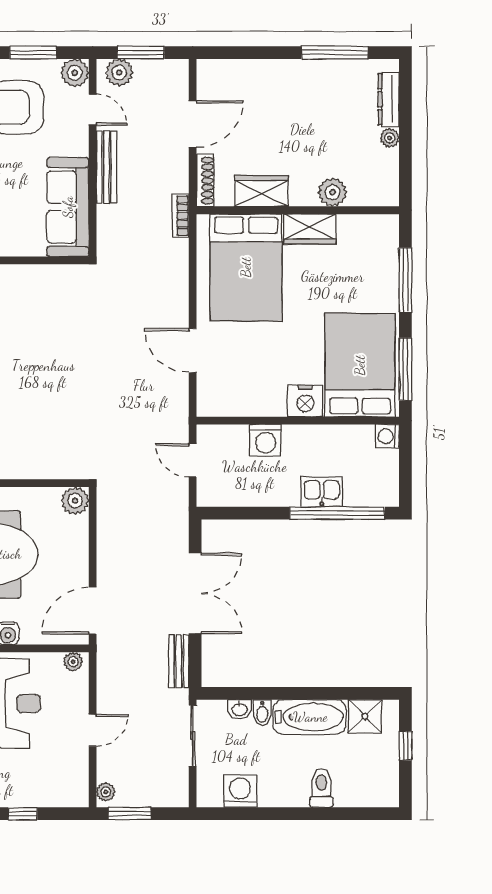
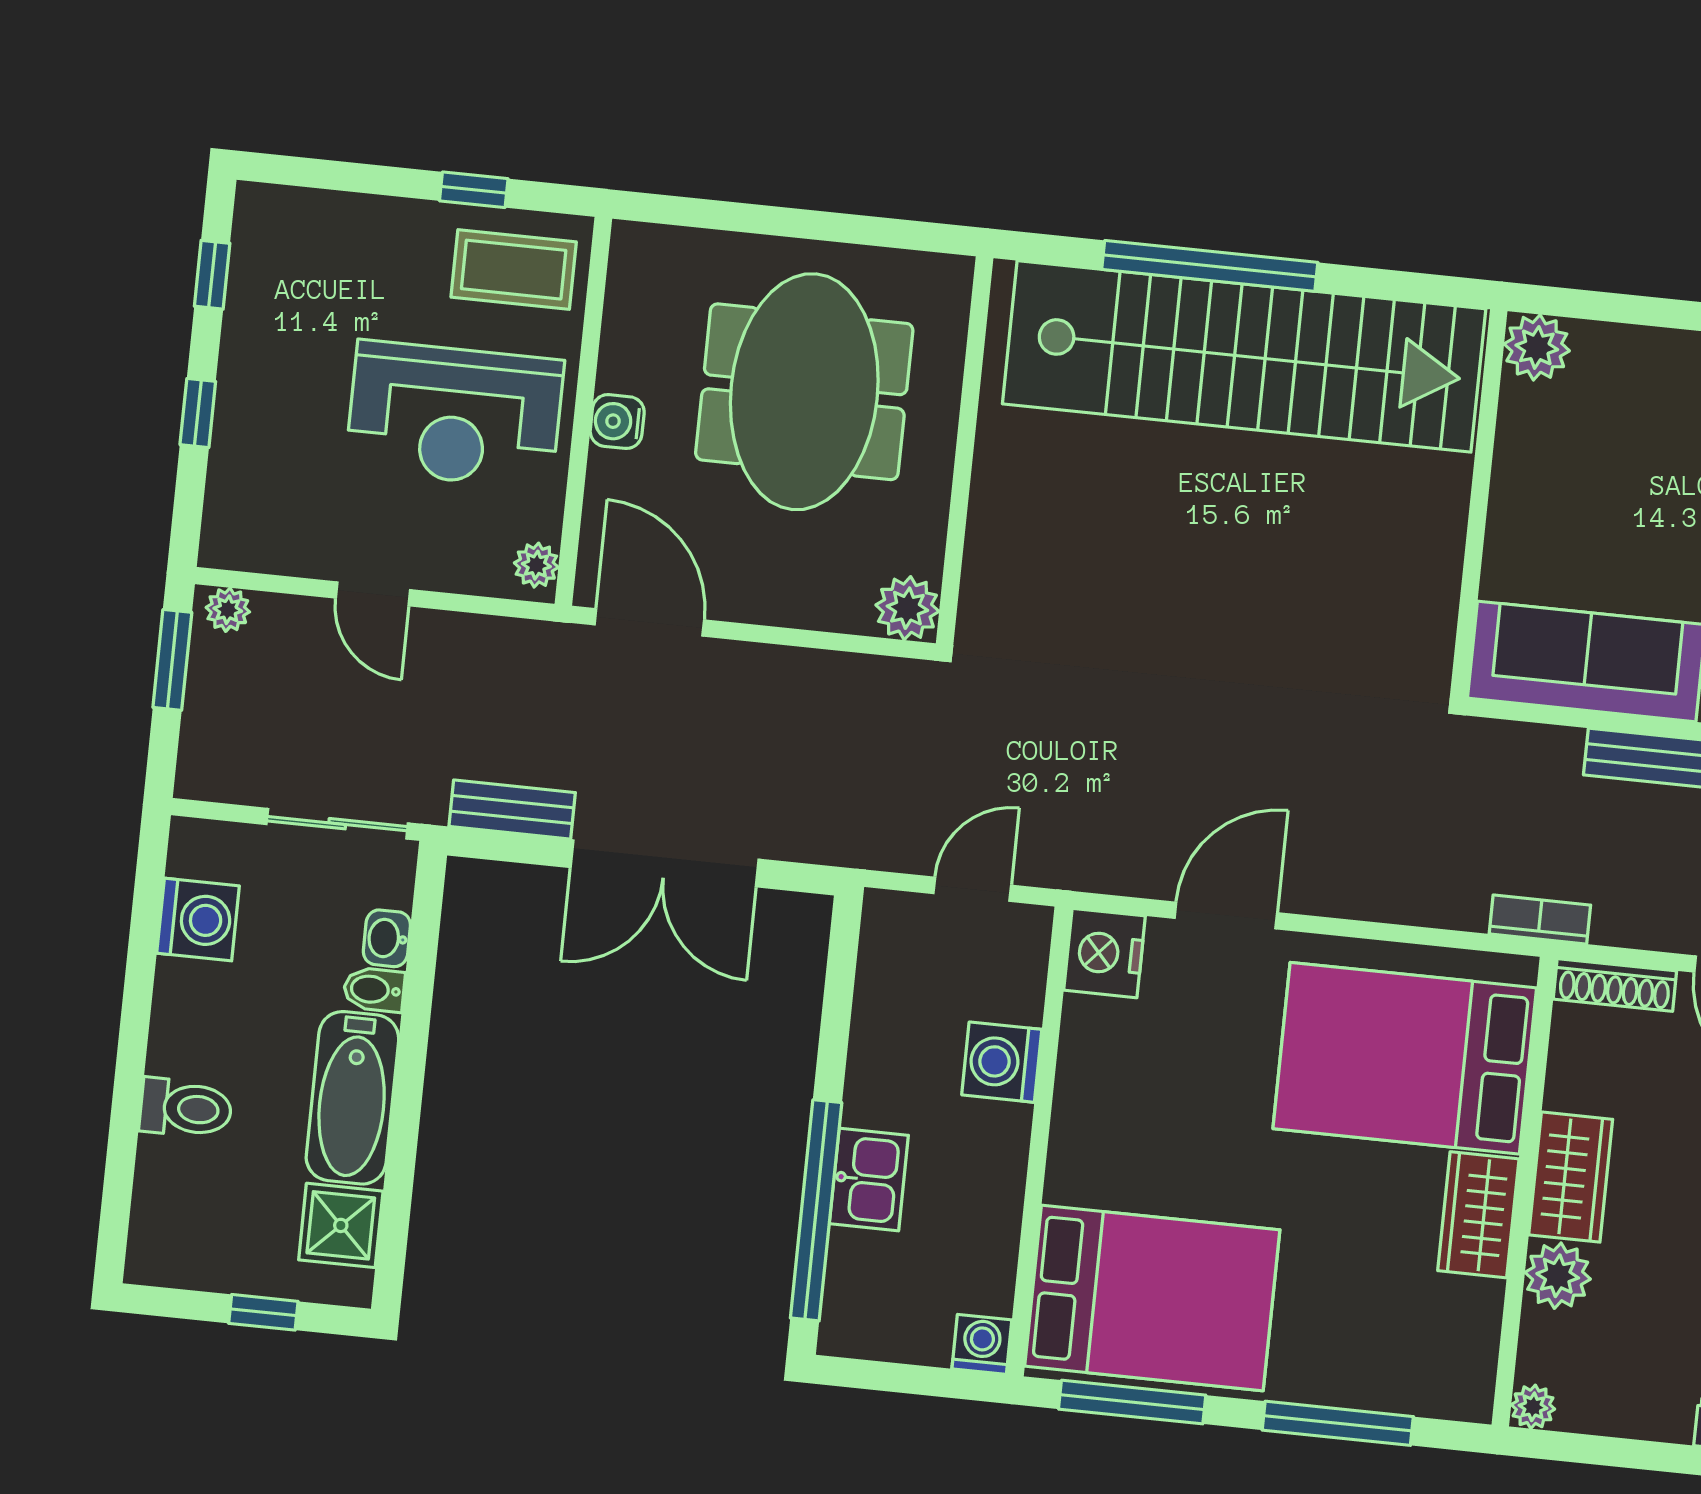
plant: (390, 138) -> (1533, 1407), moved
wardrobe: (262, 191) -> (1571, 1177), moved
nightstand: (305, 401) -> (1104, 953), moved

